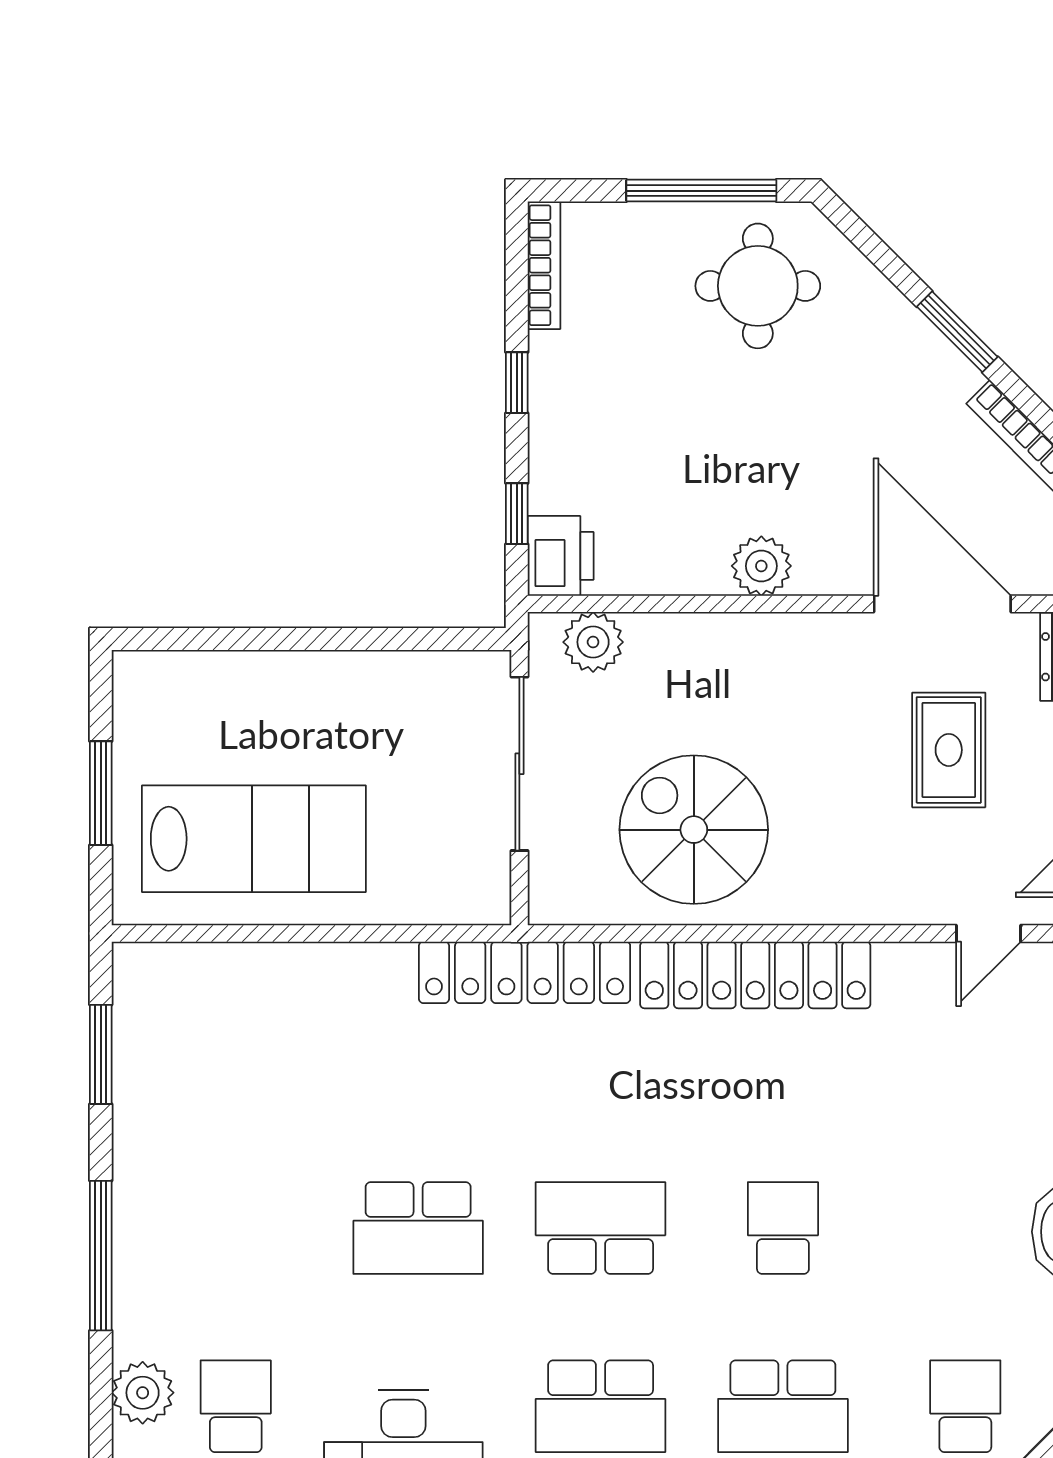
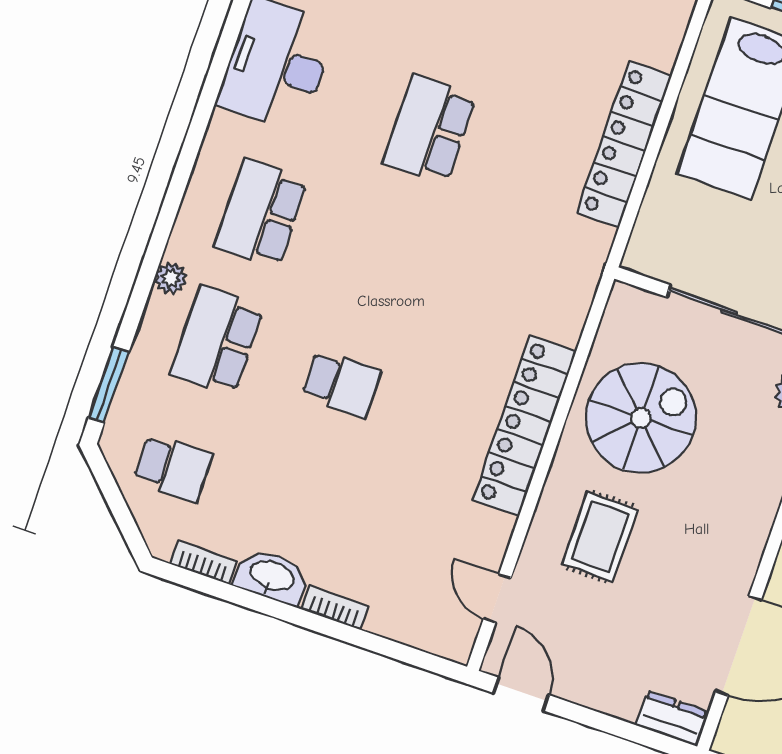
rug: (949, 750) -> (600, 537), moved, turned 90
locker: (525, 972) -> (624, 144), moved
school desk: (601, 1228) -> (385, 256), removed

